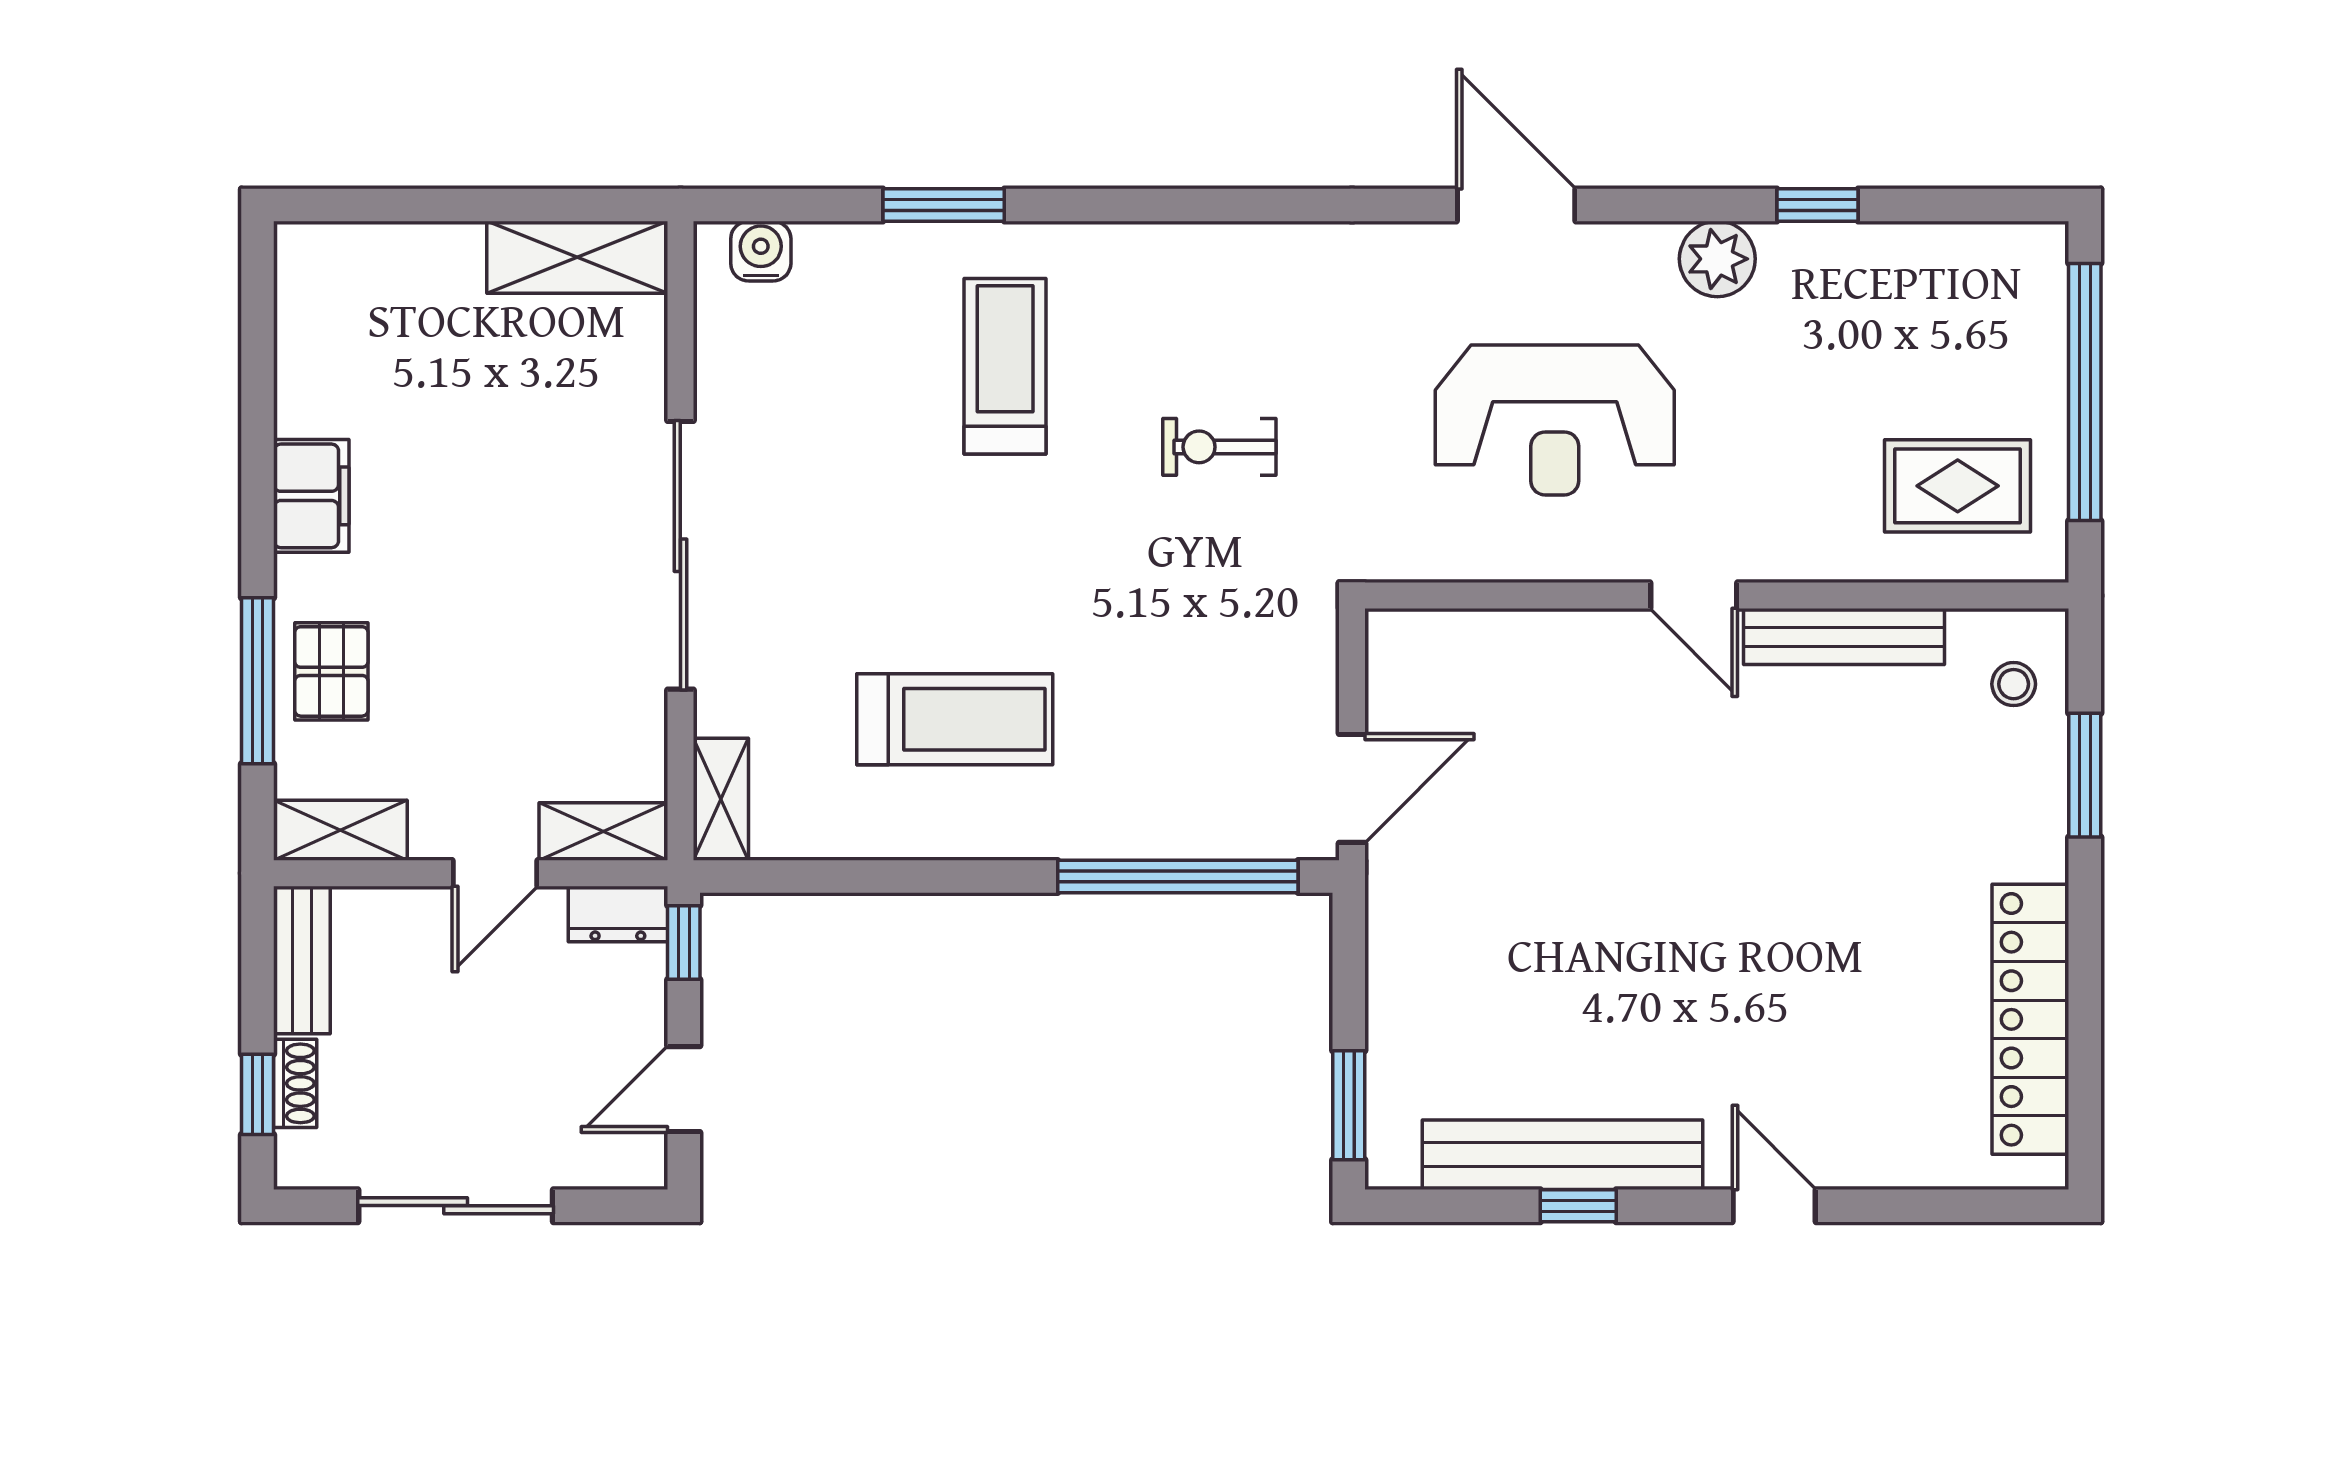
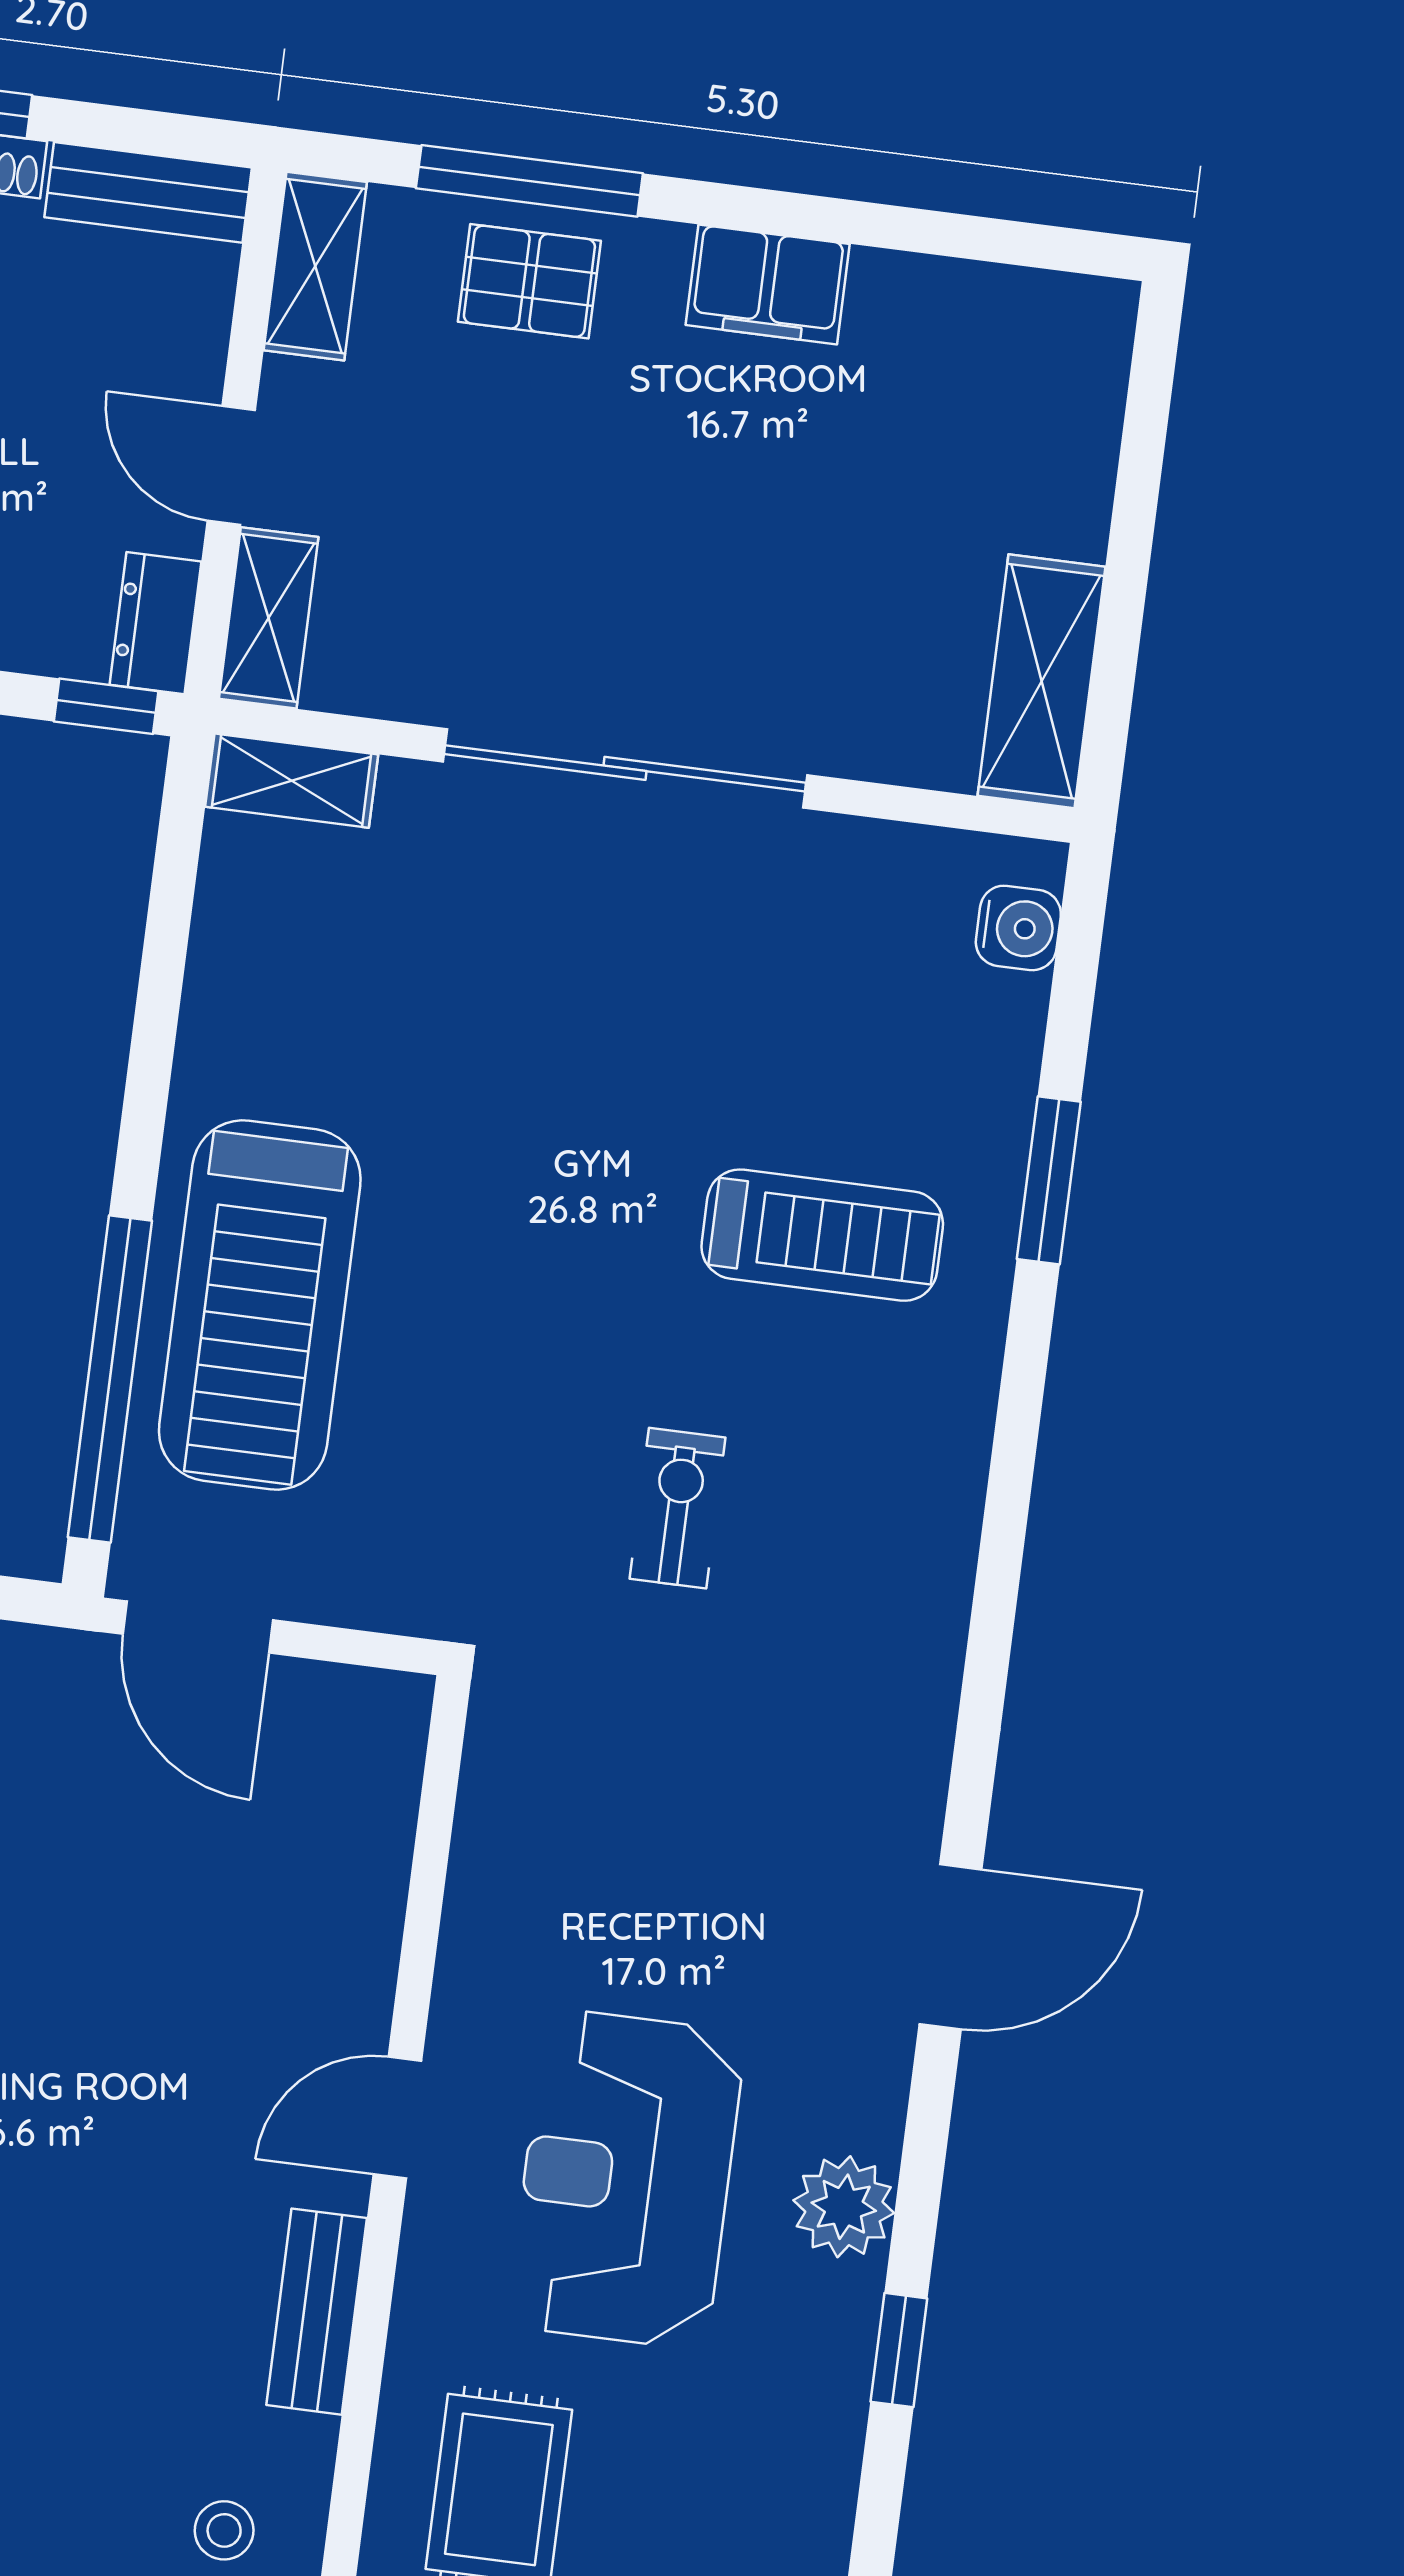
reception desk: (1555, 420) -> (626, 2179), moved
bench: (1844, 637) -> (317, 2312), width x0.73
treadmill: (955, 719) -> (260, 1305), moved, width x1.37, depth x1.38

